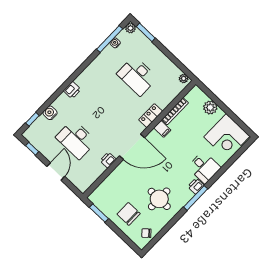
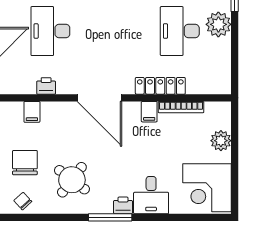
plant: (184, 79) -> (218, 24), moved, width x1.88, depth x1.88
locker: (151, 116) -> (160, 86), width x1.53
printer: (108, 160) -> (46, 86), moved
filing cabinet: (107, 187) -> (32, 112), added
round table: (159, 199) -> (72, 180), turned 37

